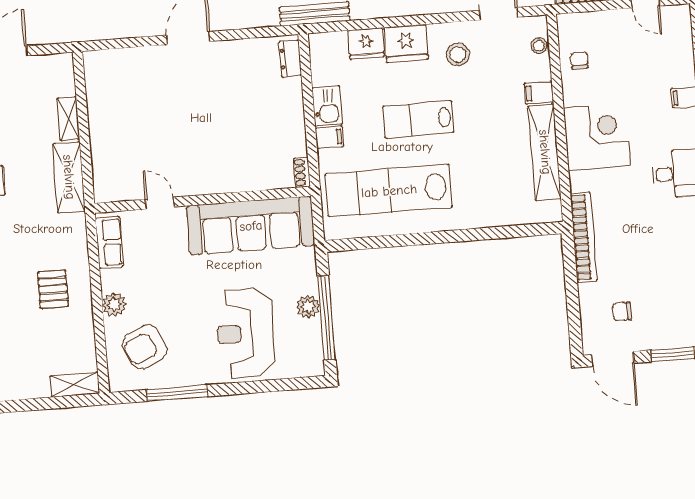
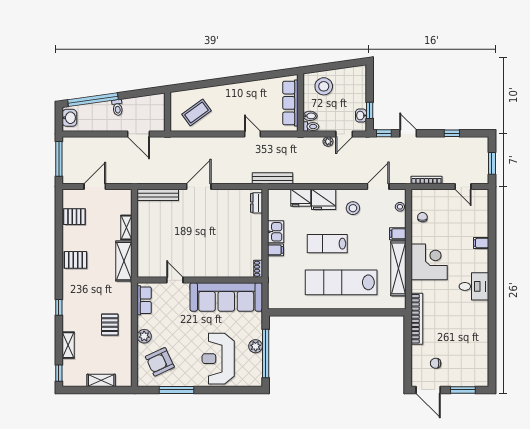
bench: (118, 58) -> (158, 195), added
lab bench: (389, 191) -> (341, 282), moved
shelving: (75, 385) -> (101, 380), moved

